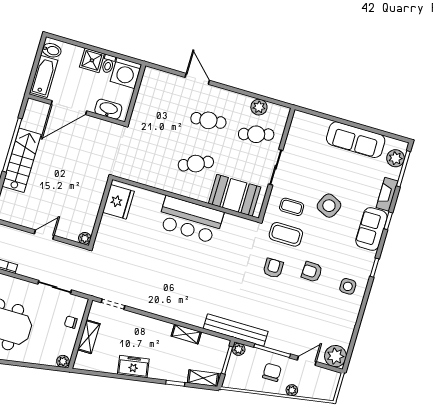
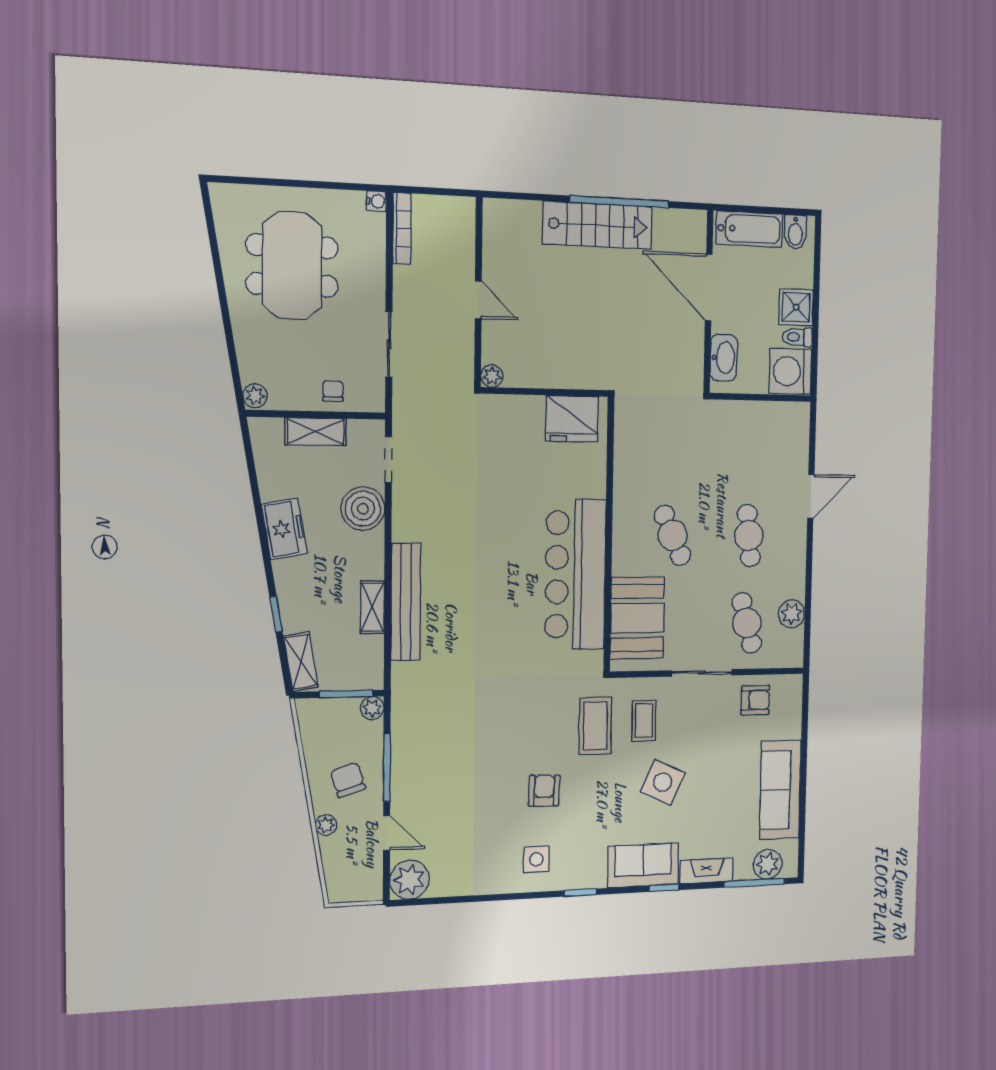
bar counter: (190, 220) -> (575, 575), width x1.36
armchair: (273, 268) -> (755, 700), moved
boiler: (134, 324) -> (363, 509), added
bench: (236, 330) -> (406, 602), moved
chair: (272, 372) -> (348, 780), turned -107

